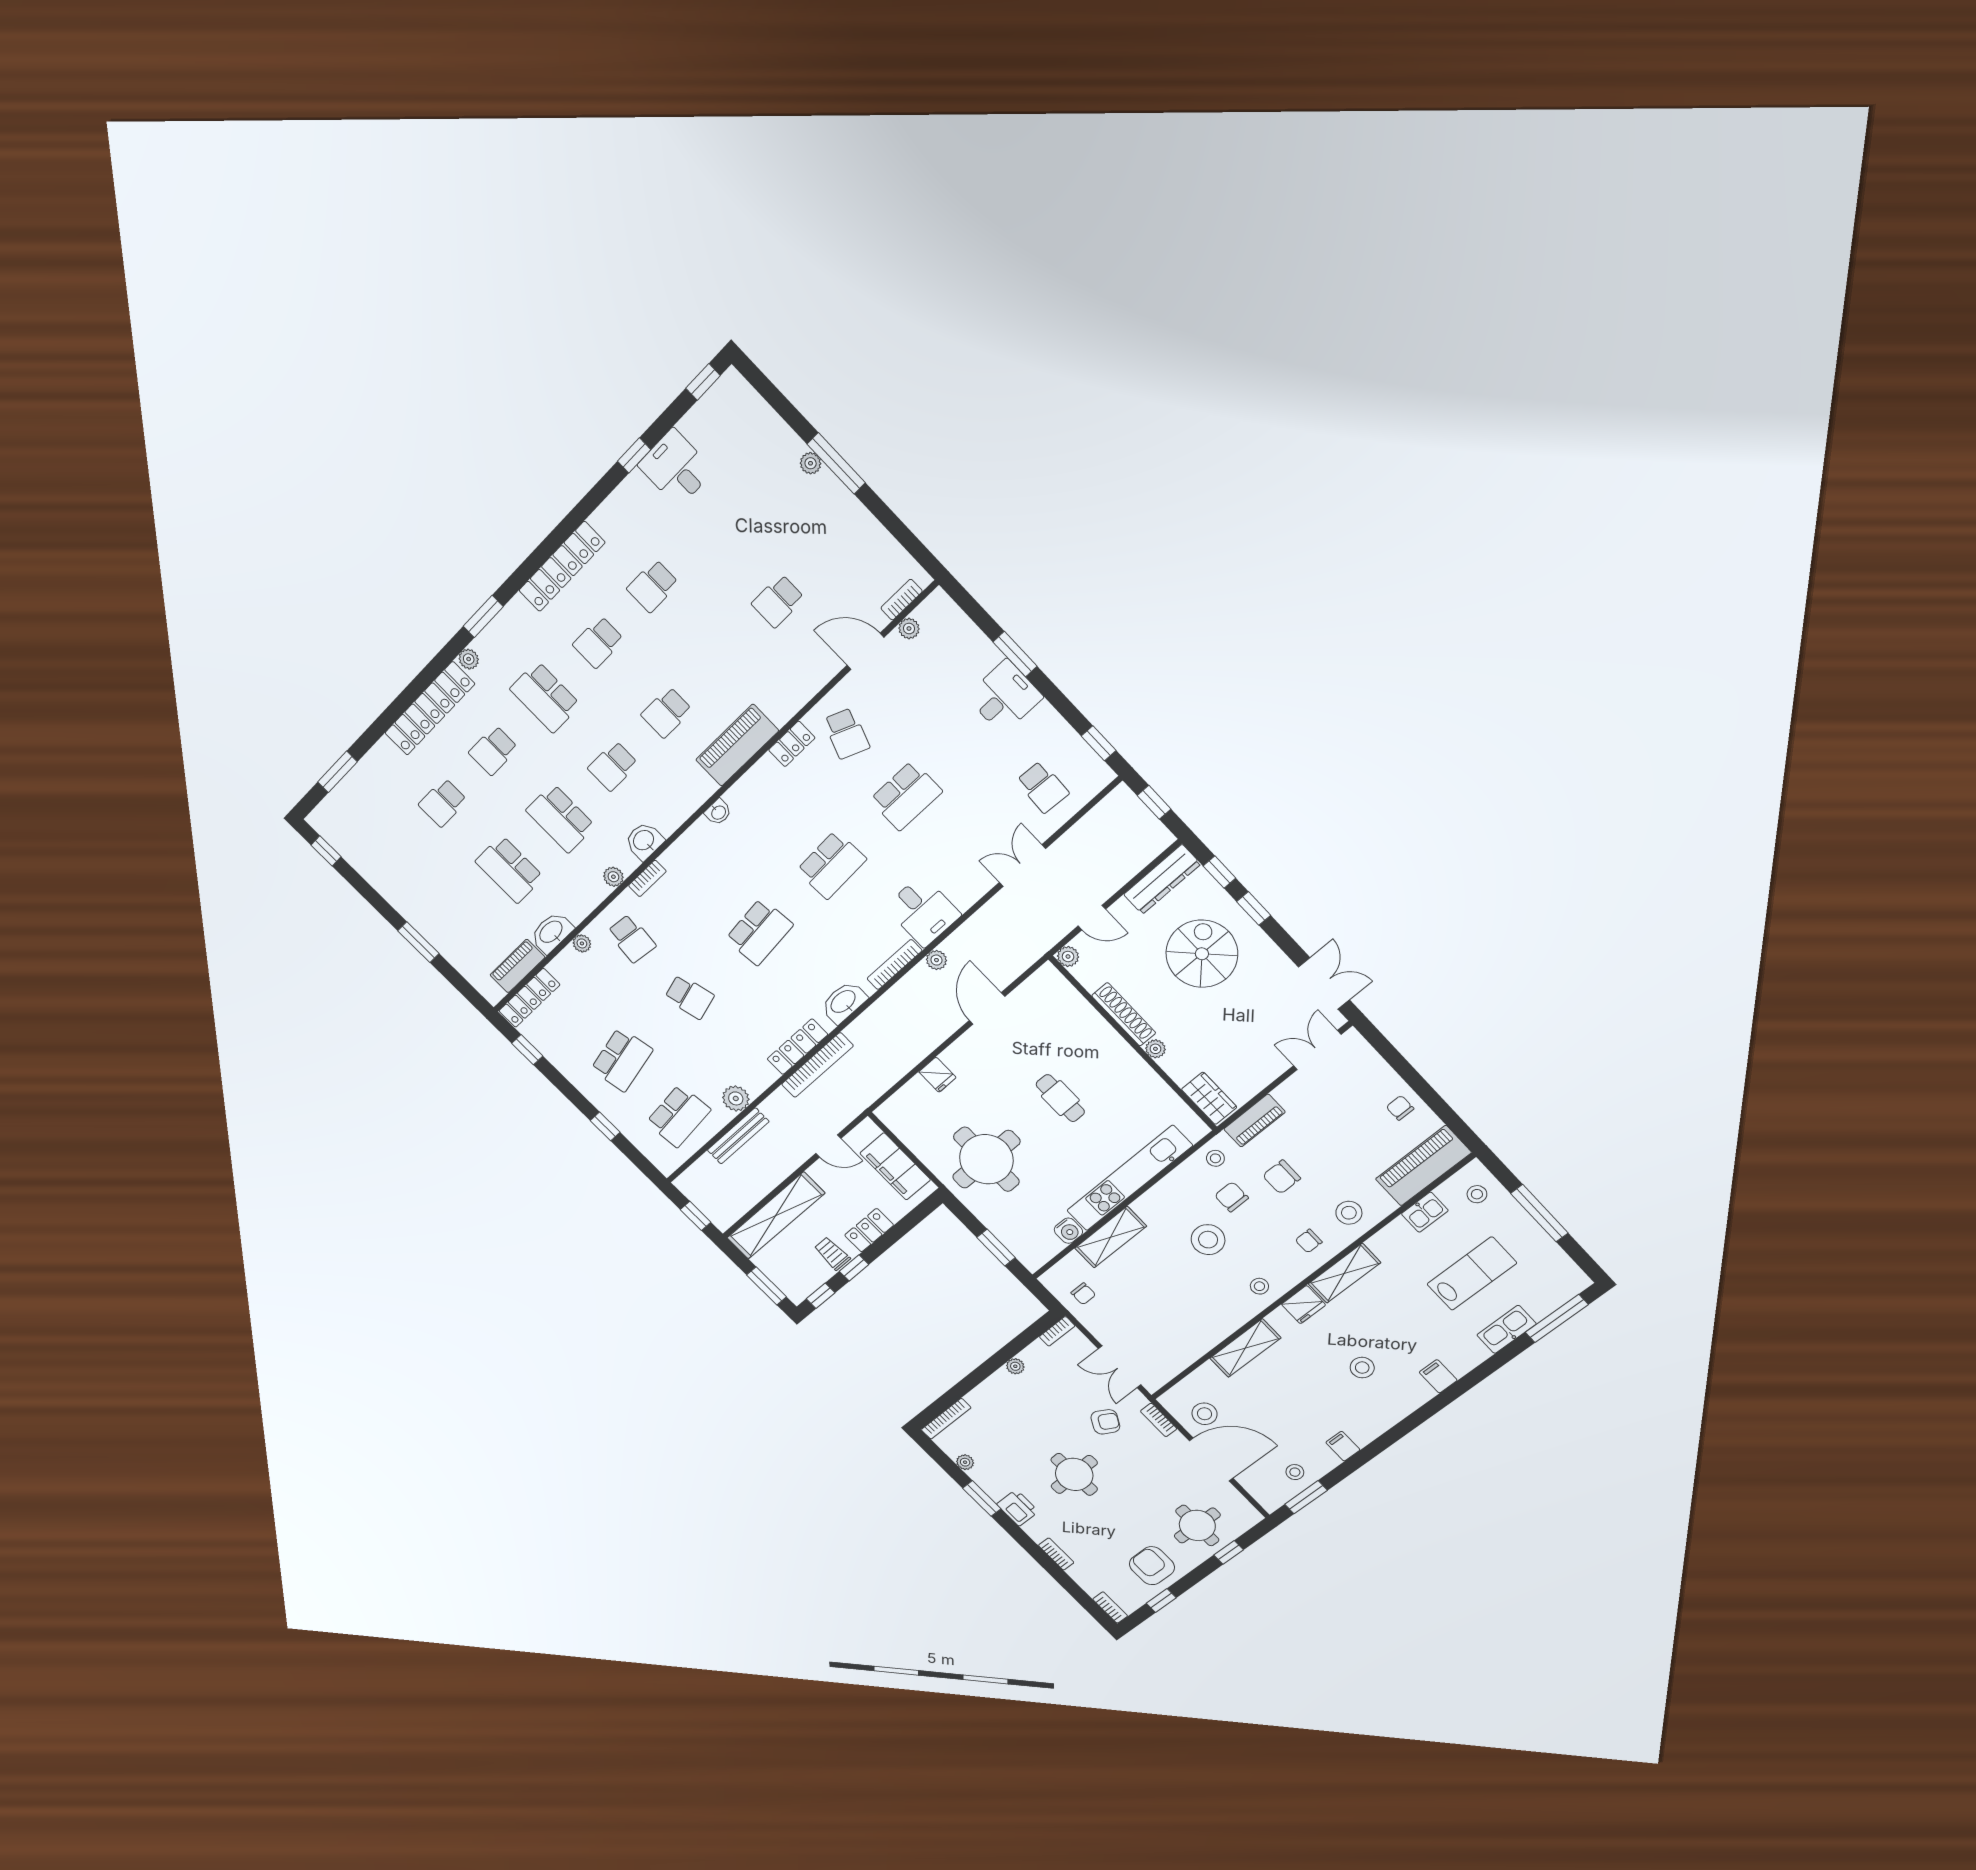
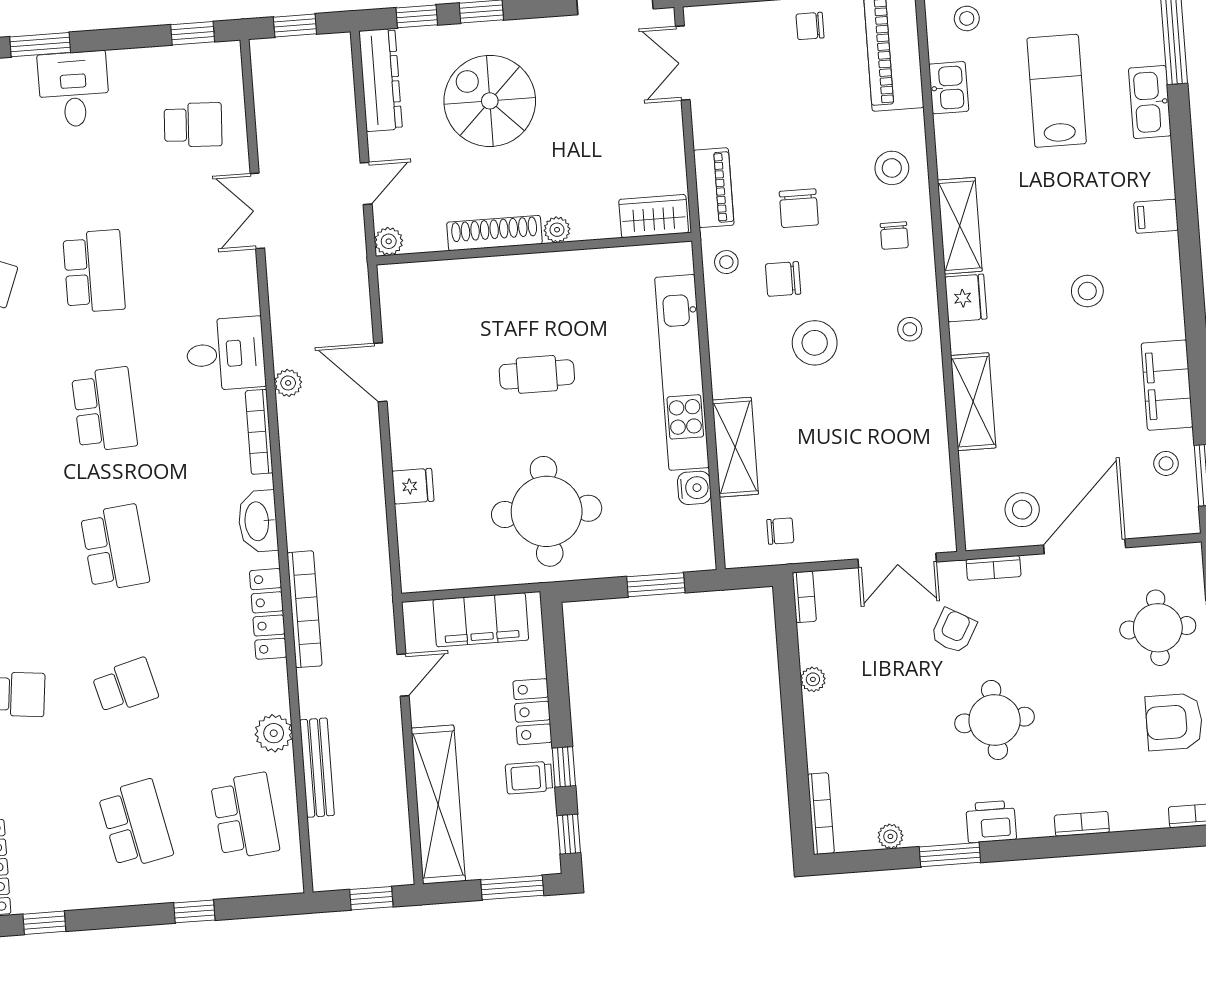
filing cabinet: (1343, 1446) -> (1167, 385), width x3.00, depth x1.17

